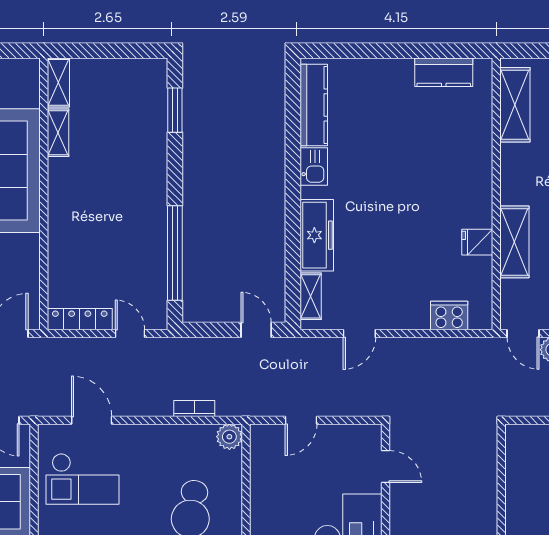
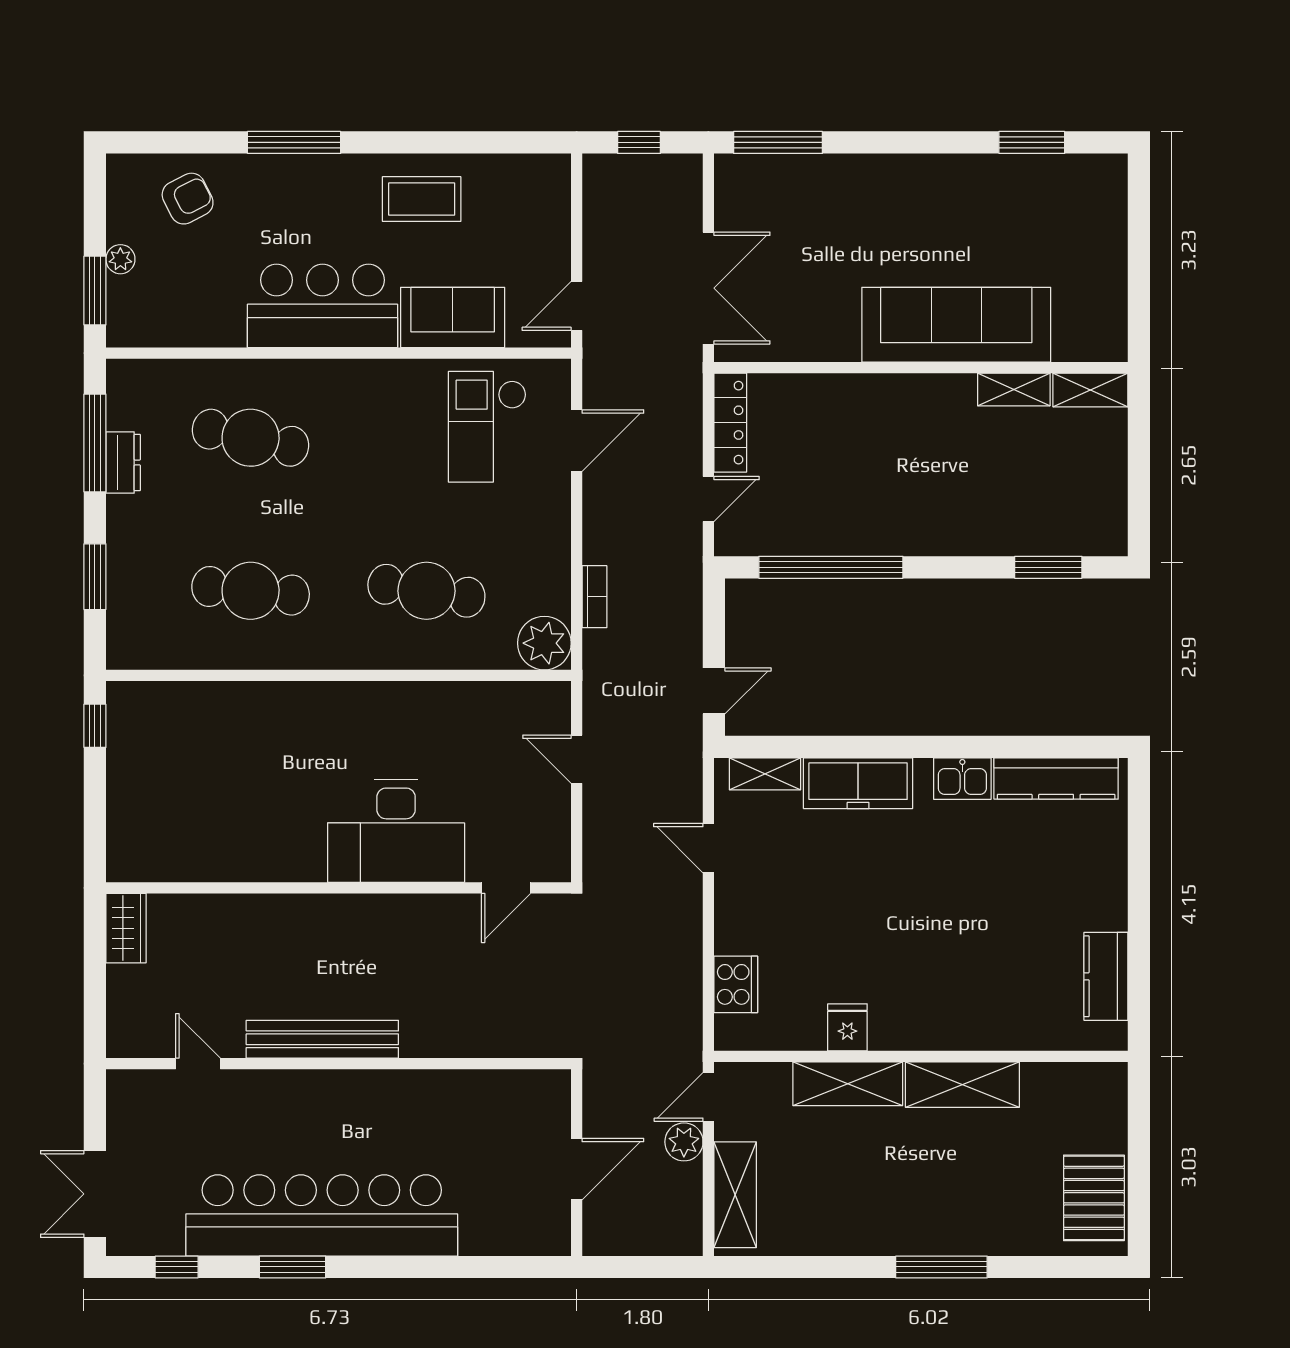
shelving: (515, 105) -> (962, 1085), moved
plant: (229, 437) -> (544, 643), width x1.36, depth x1.36

